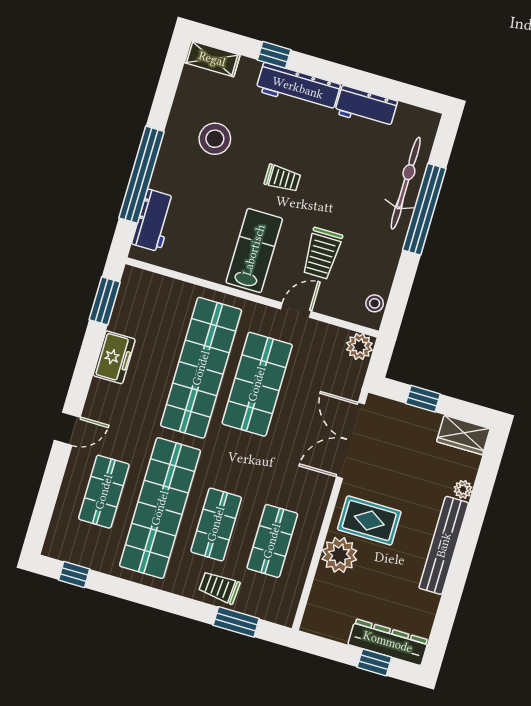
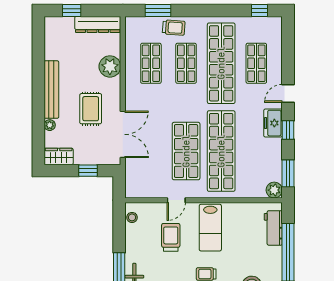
plant: (359, 346) -> (274, 190), moved
freezer: (114, 357) -> (273, 123), moved
window: (84, 370) -> (288, 130), added
rug: (369, 520) -> (91, 109), moved, turned 90
dresser: (388, 642) -> (98, 24), moved

